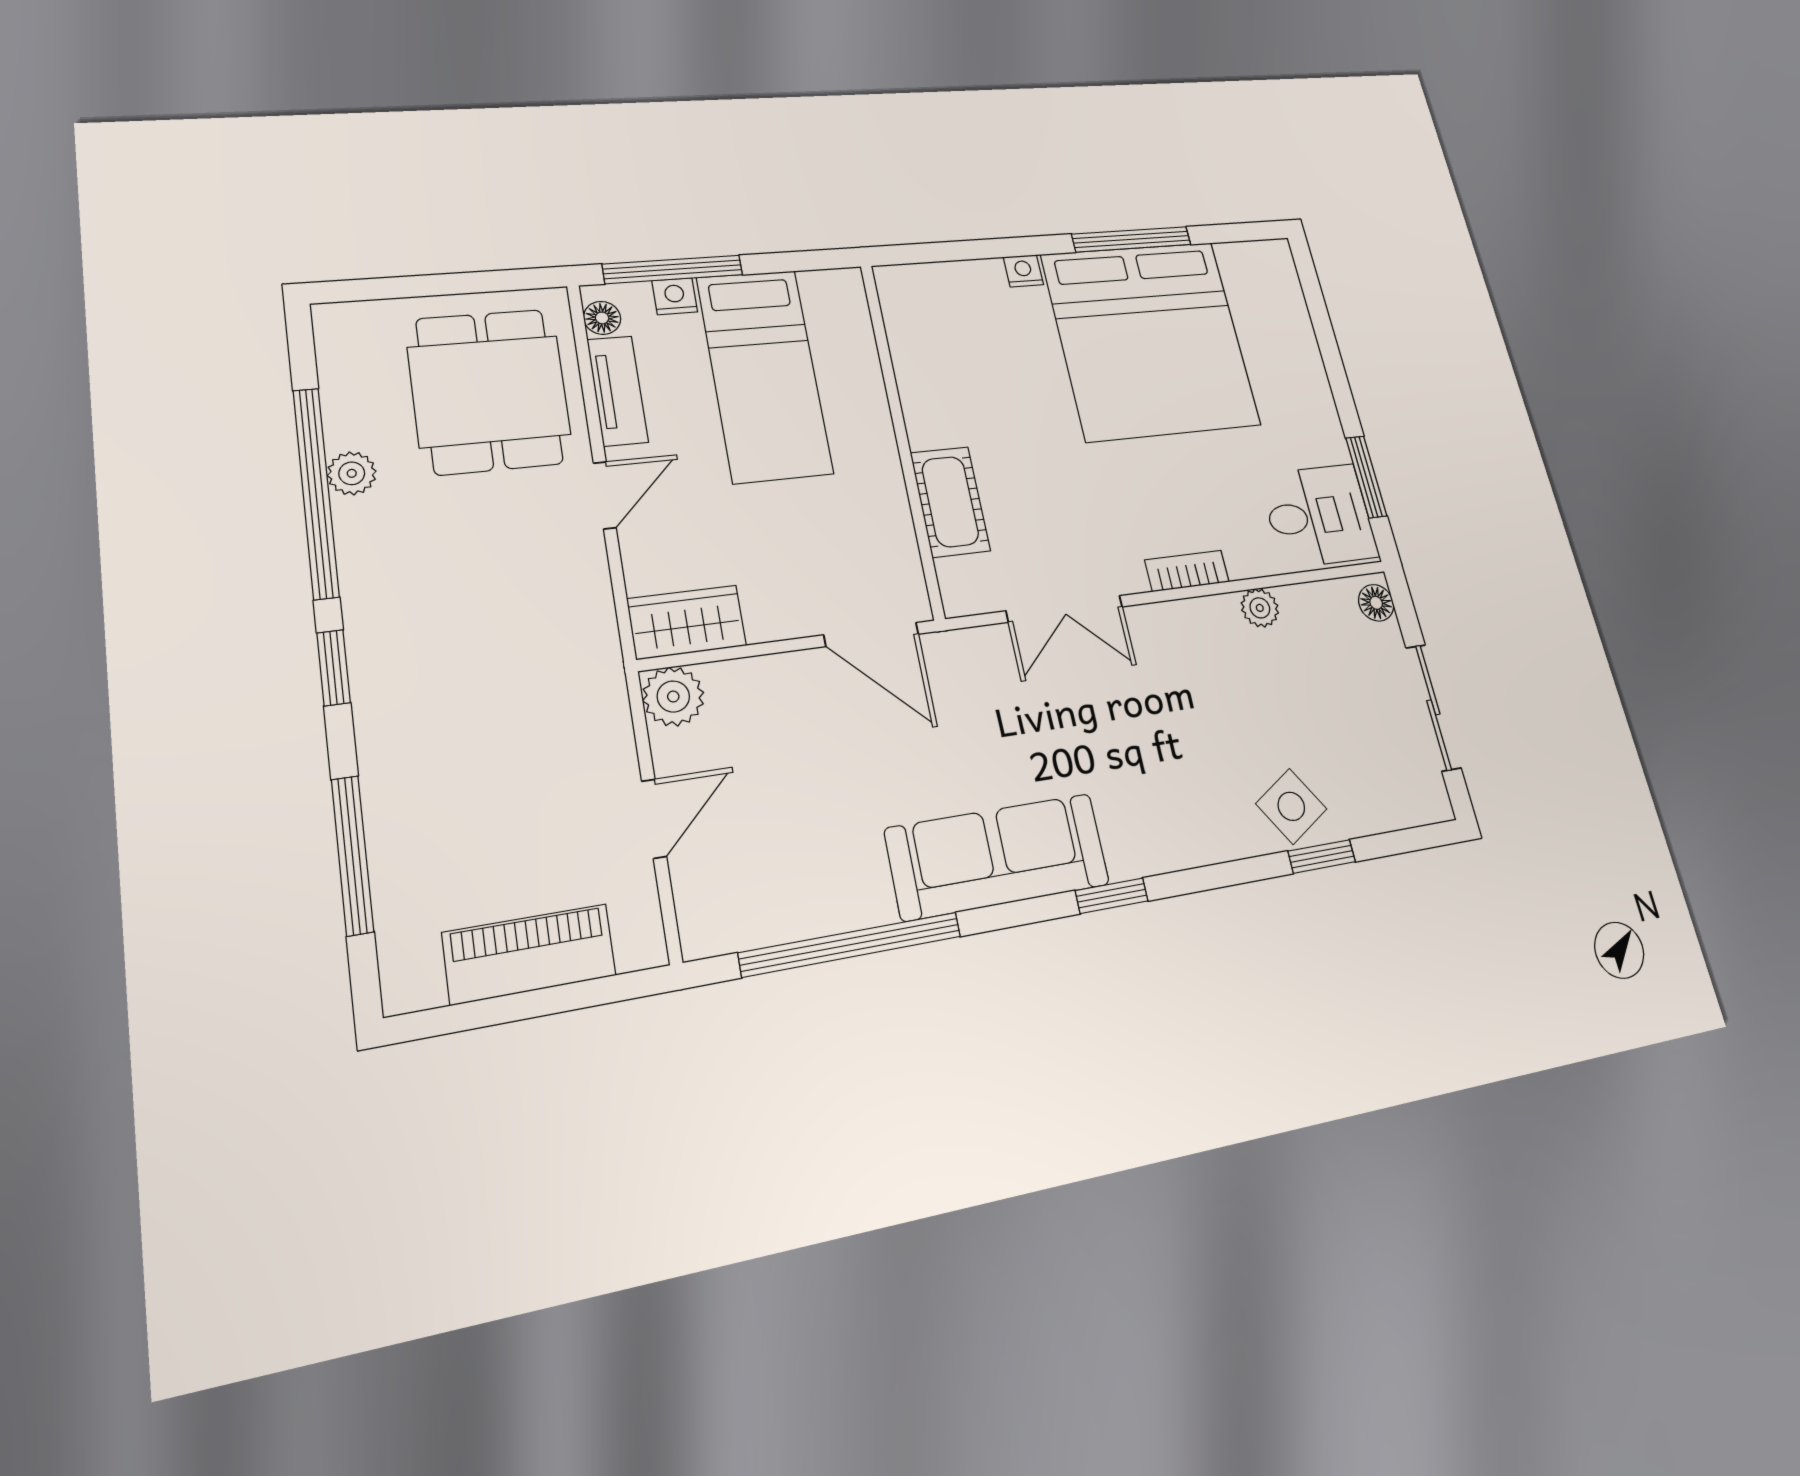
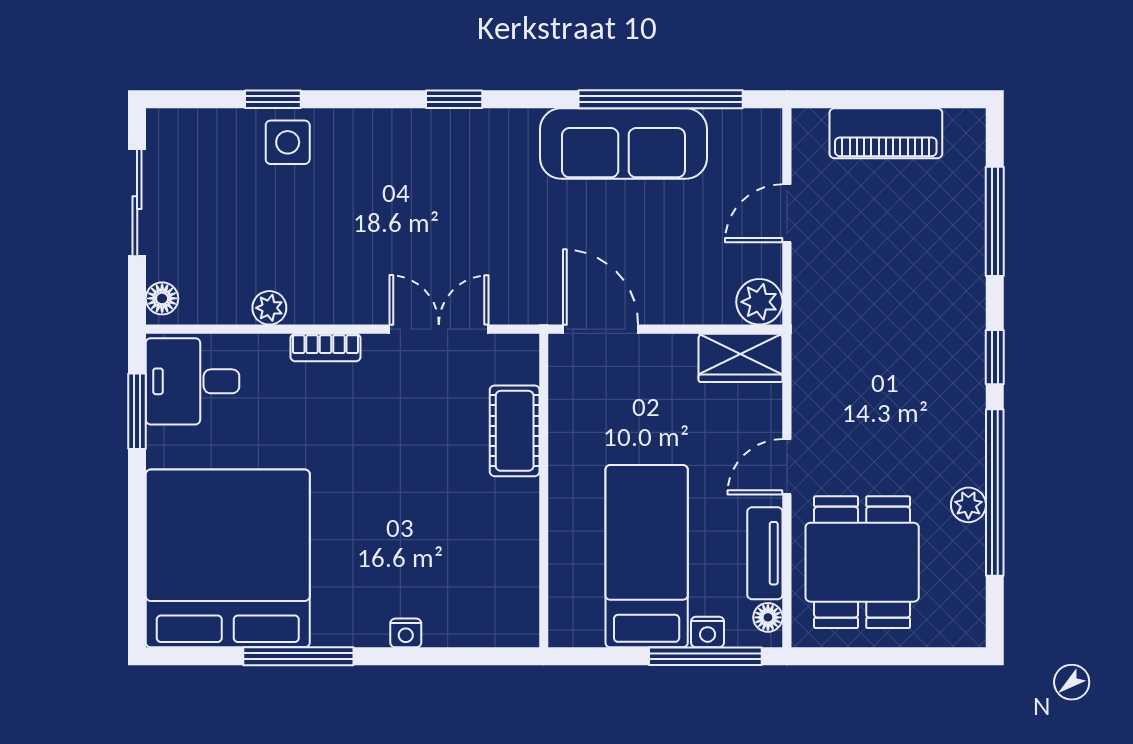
bed: (1150, 340) -> (228, 558), moved
side table: (1291, 806) -> (288, 142), turned 32
sofa: (998, 857) -> (623, 143), moved

